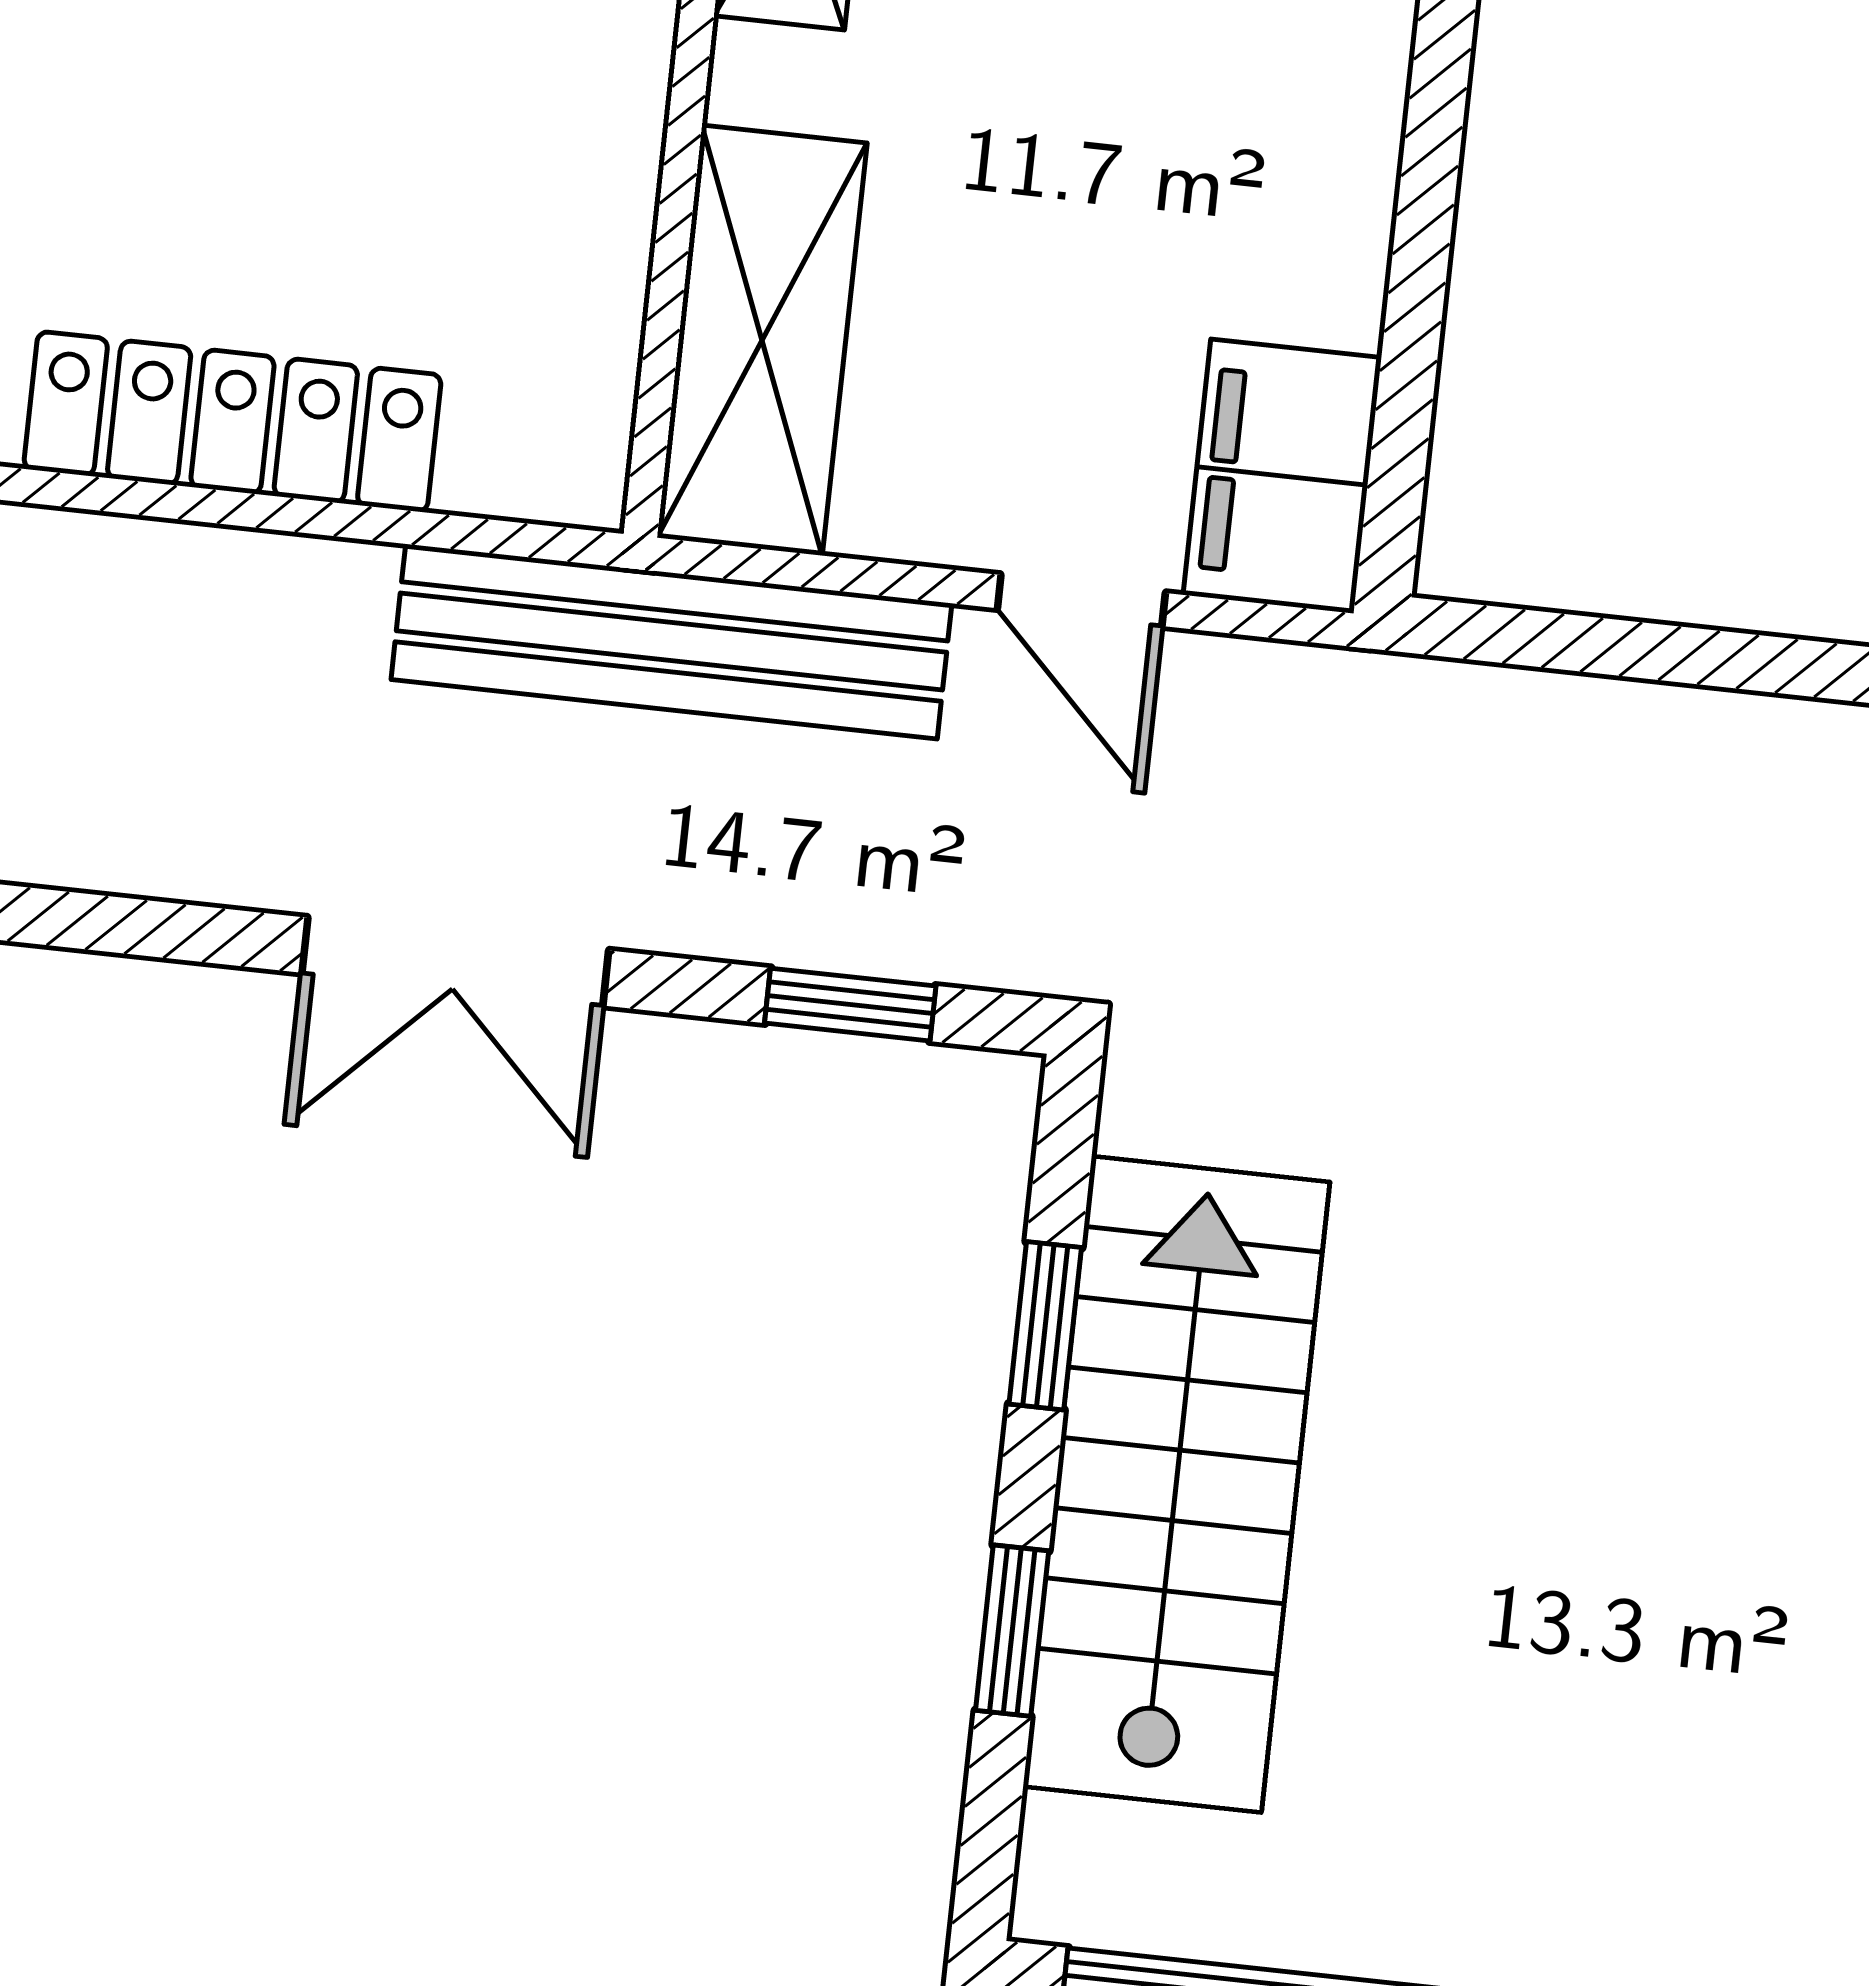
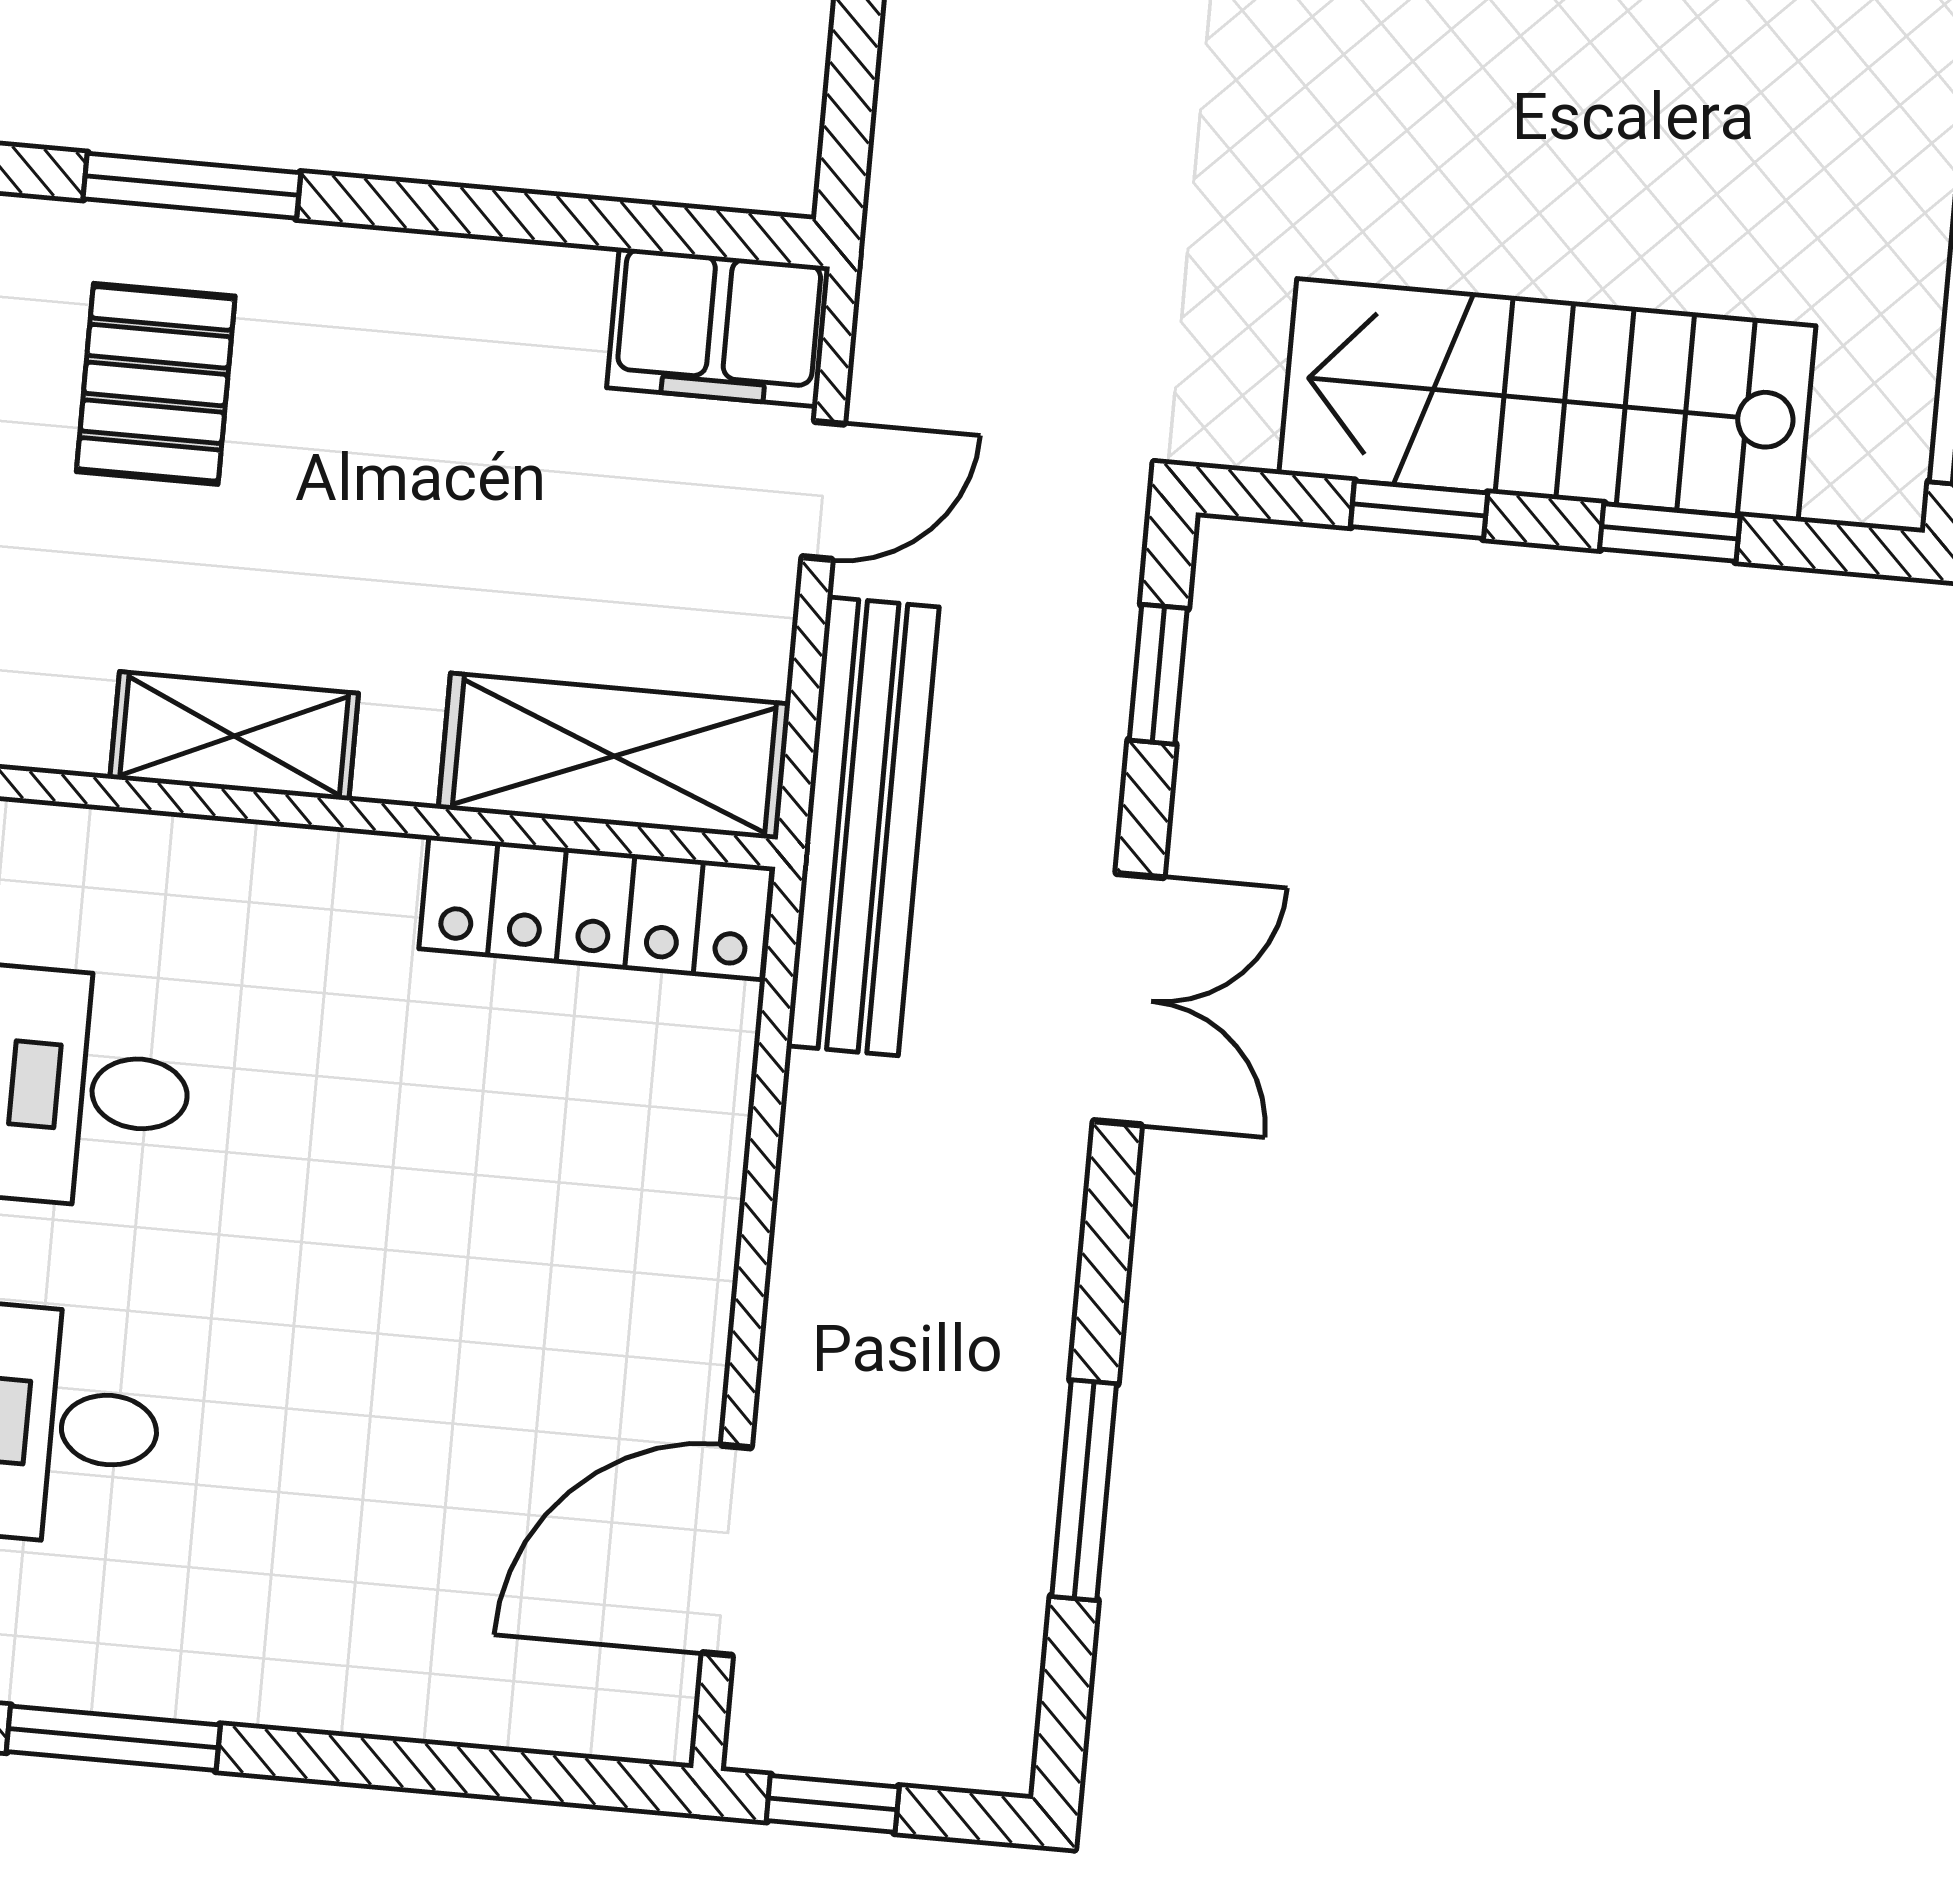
locker: (232, 422) -> (595, 908), moved, turned -90

